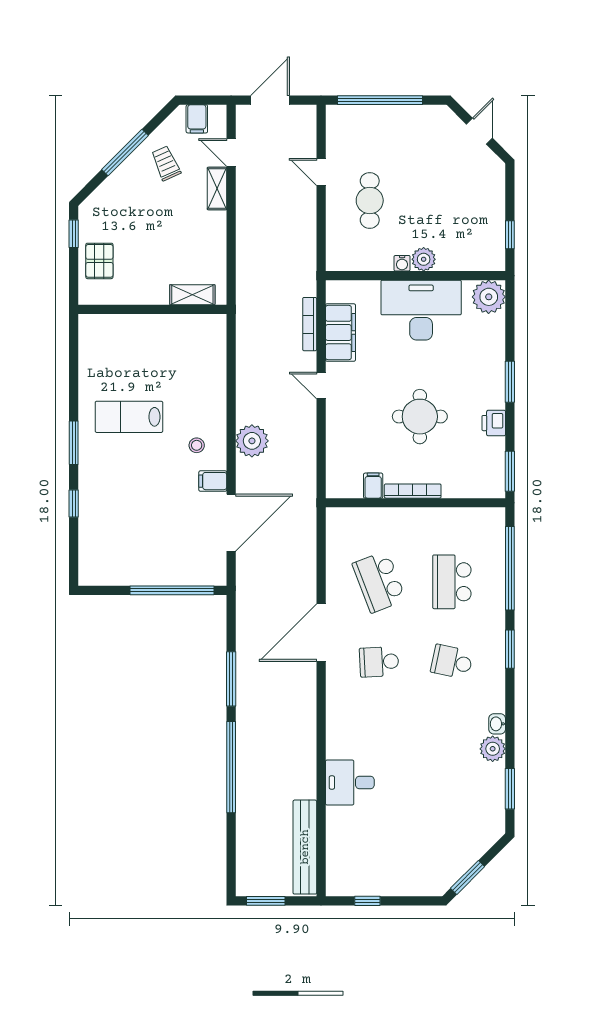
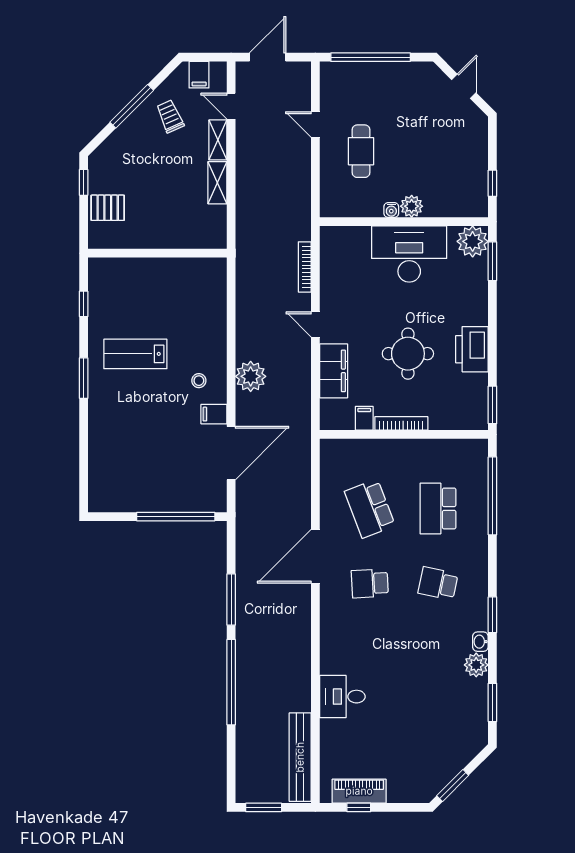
pallet: (99, 261) -> (108, 208), turned 90
shelving: (192, 295) -> (217, 183), moved, turned 90
filing cabinet: (340, 333) -> (334, 371), moved
window: (510, 382) -> (492, 261), moved
printer: (494, 423) -> (472, 349), width x1.87, depth x1.48
window: (74, 503) -> (84, 304), moved
window: (510, 649) -> (492, 615), moved
piano: (368, 883) -> (359, 791), added

